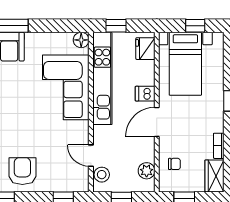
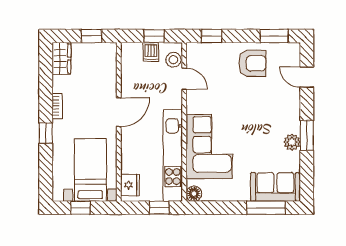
dishwasher: (145, 94) -> (151, 52), moved, turned 90
bookcase: (219, 146) -> (57, 106), moved
chair: (174, 164) -> (101, 70), removed
armchair: (22, 171) -> (252, 63), turned -90
plant: (147, 171) -> (129, 64), removed

